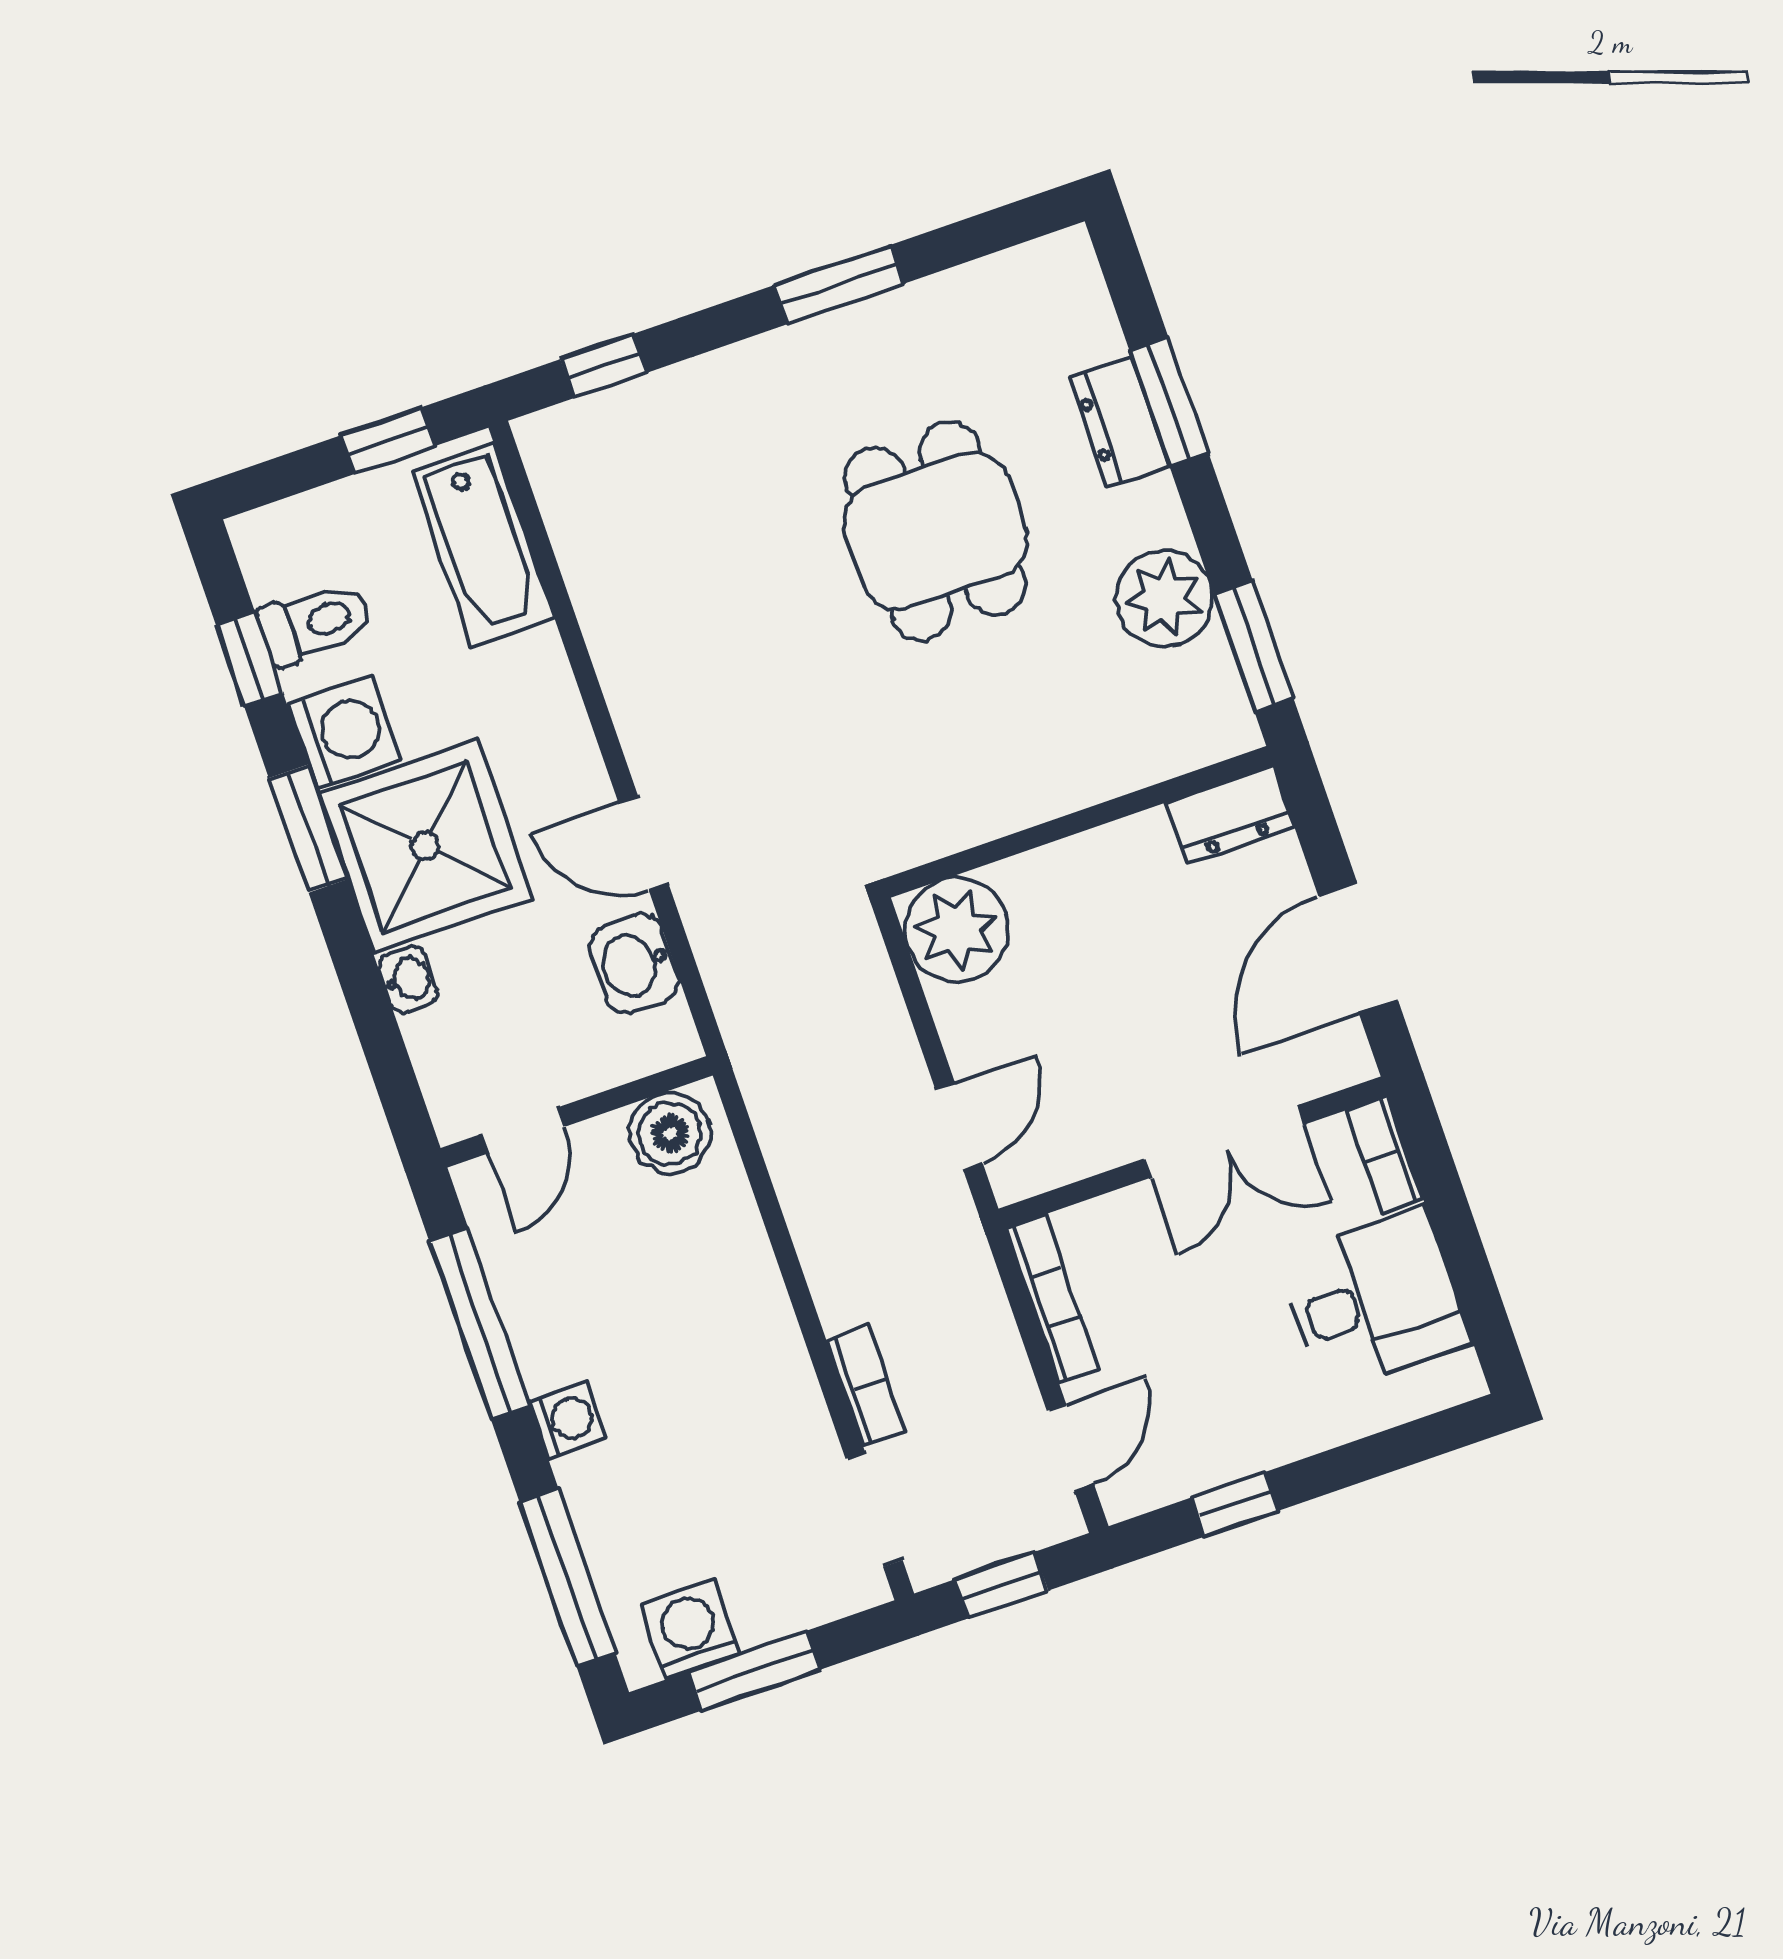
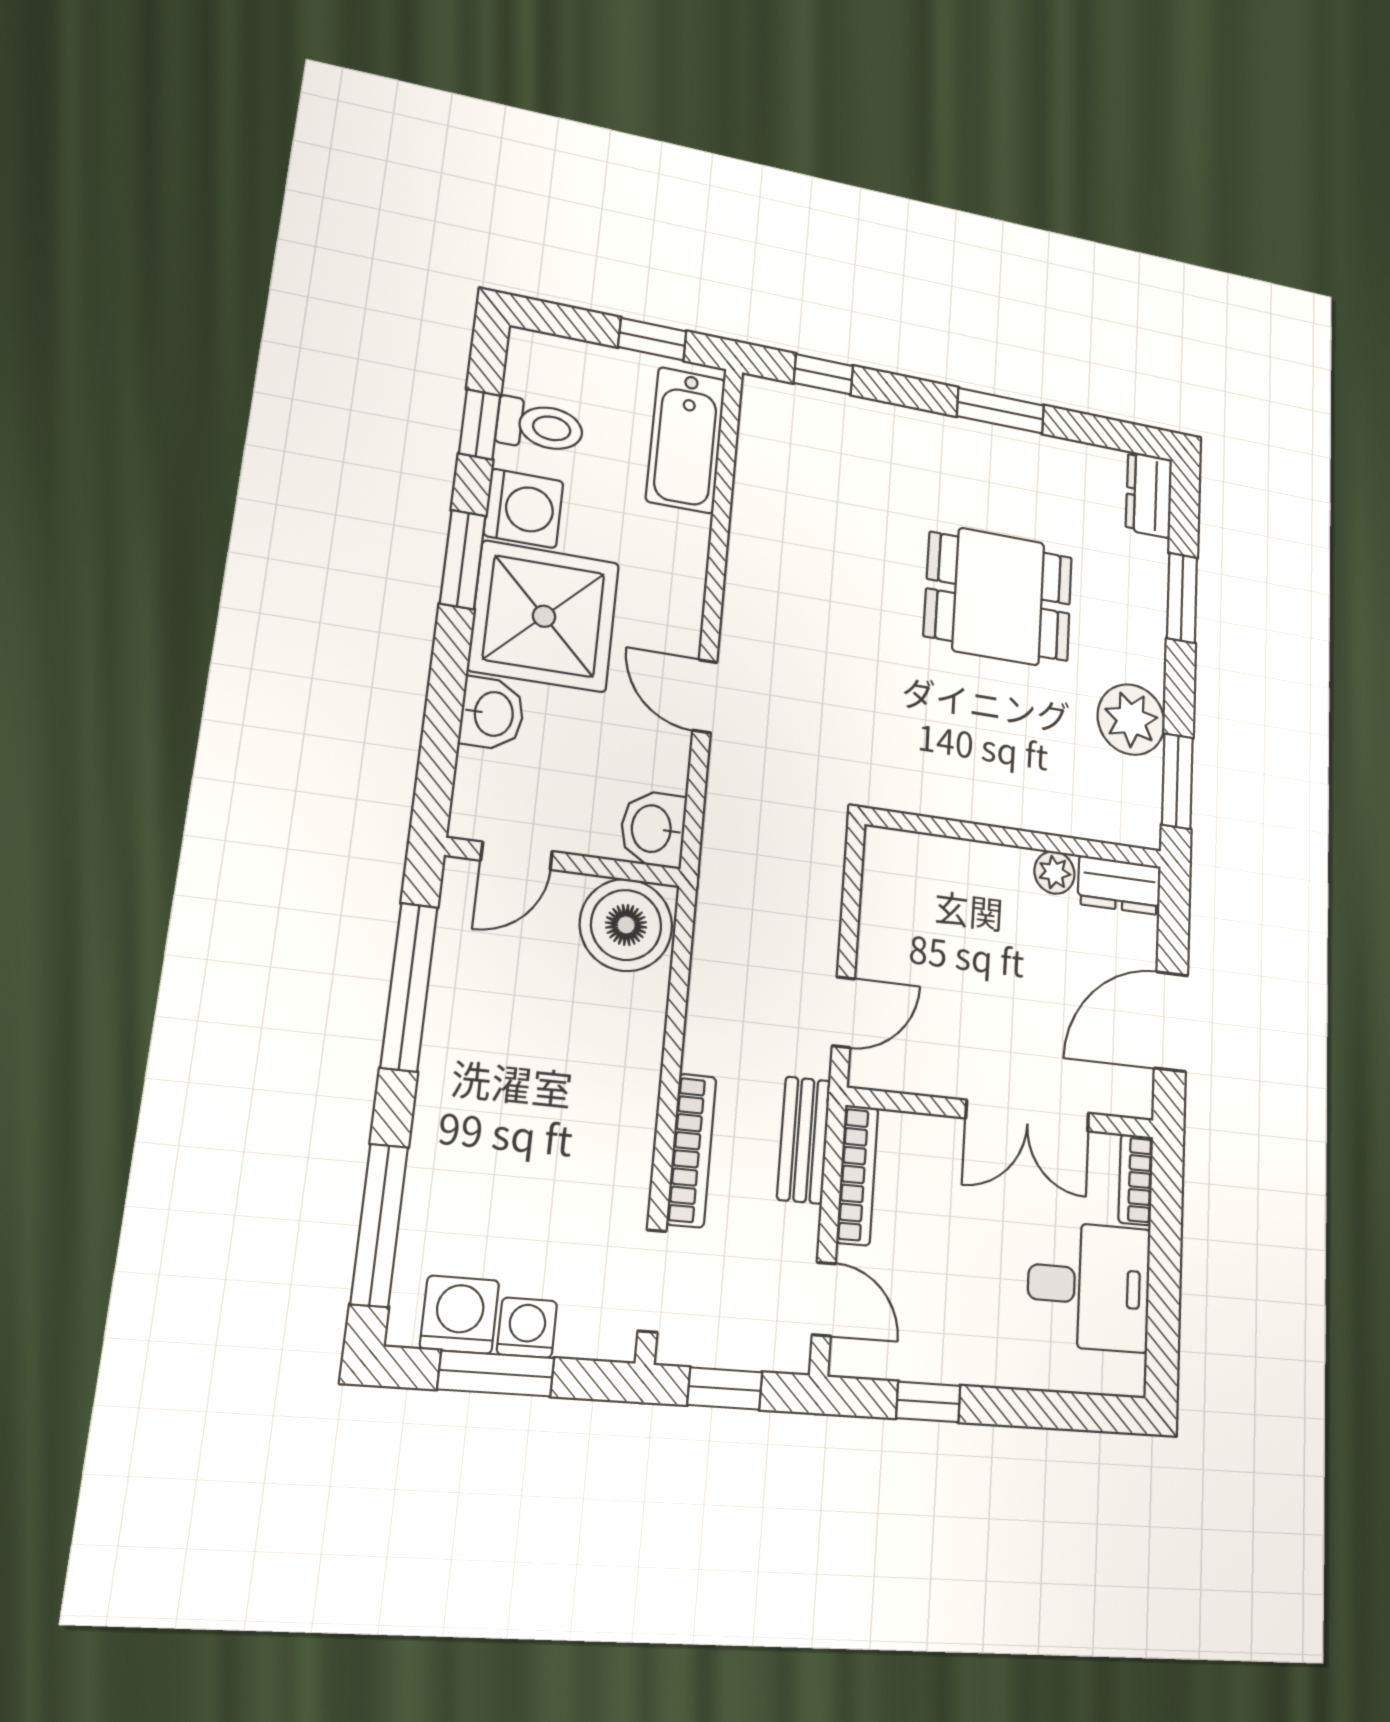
dresser: (1119, 422) -> (1149, 495), moved
dining table: (935, 531) -> (999, 596), turned 90
plant: (957, 930) -> (1054, 872), moved, width x0.53, depth x0.53
washbasin: (634, 964) -> (653, 829), moved
washbasin: (408, 979) -> (492, 714), width x1.38, depth x1.45
boiler: (670, 1133) -> (626, 925), width x1.37, depth x1.37
bench: (975, 1288) -> (804, 1140), added
bookcase: (866, 1385) -> (691, 1150), width x1.56
washing machine: (567, 1420) -> (527, 1328), moved, turned -90
door: (1070, 1447) -> (824, 1299), hinge flipped

